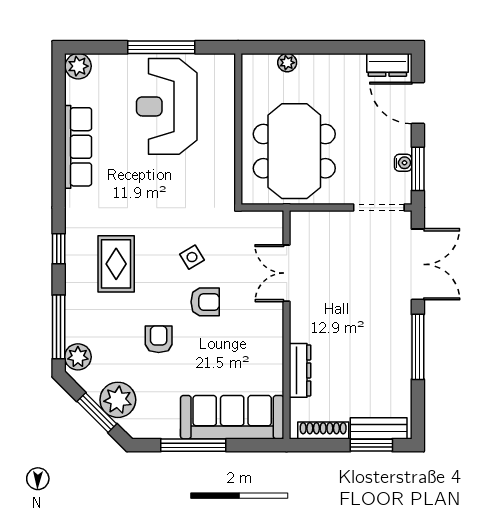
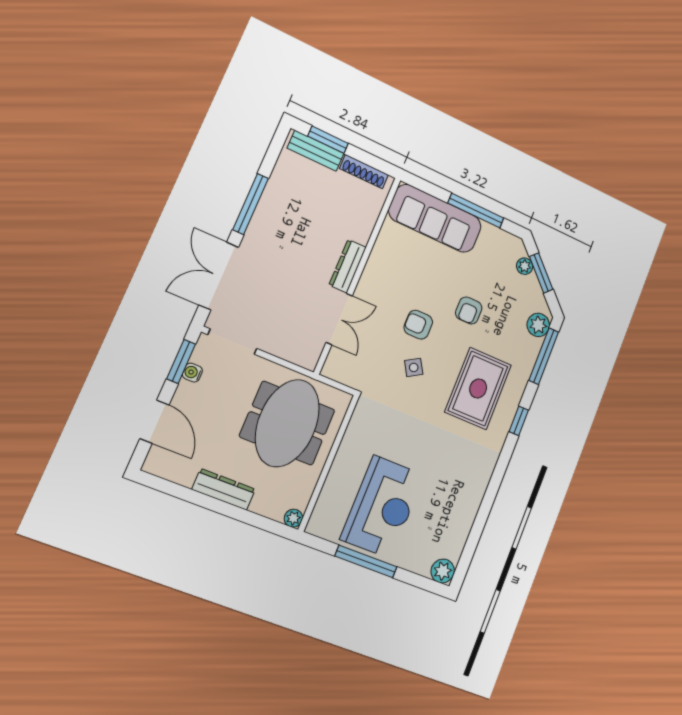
plant: (287, 63) -> (293, 518), moved
dresser: (387, 65) -> (224, 489), moved, width x1.44
row of seats: (78, 147) -> (470, 501), removed
rug: (116, 264) -> (478, 388), width x1.36, depth x1.43
dresser: (300, 370) -> (348, 266), moved
plant: (118, 400) -> (525, 266), width x0.53, depth x0.53

